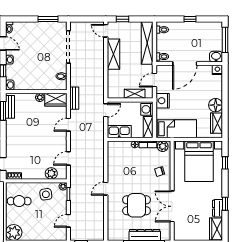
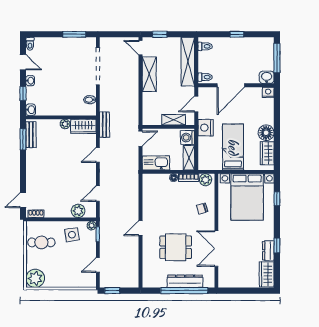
bed: (176, 129) -> (233, 147), moved, turned -90

